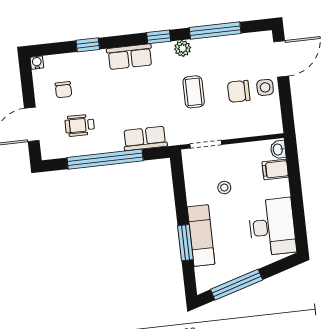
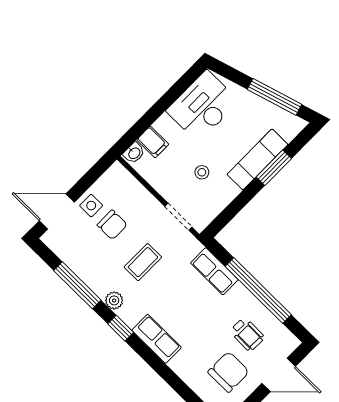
window: (88, 45) -> (175, 382), removed
chair: (63, 90) -> (229, 372), width x1.87, depth x1.87

